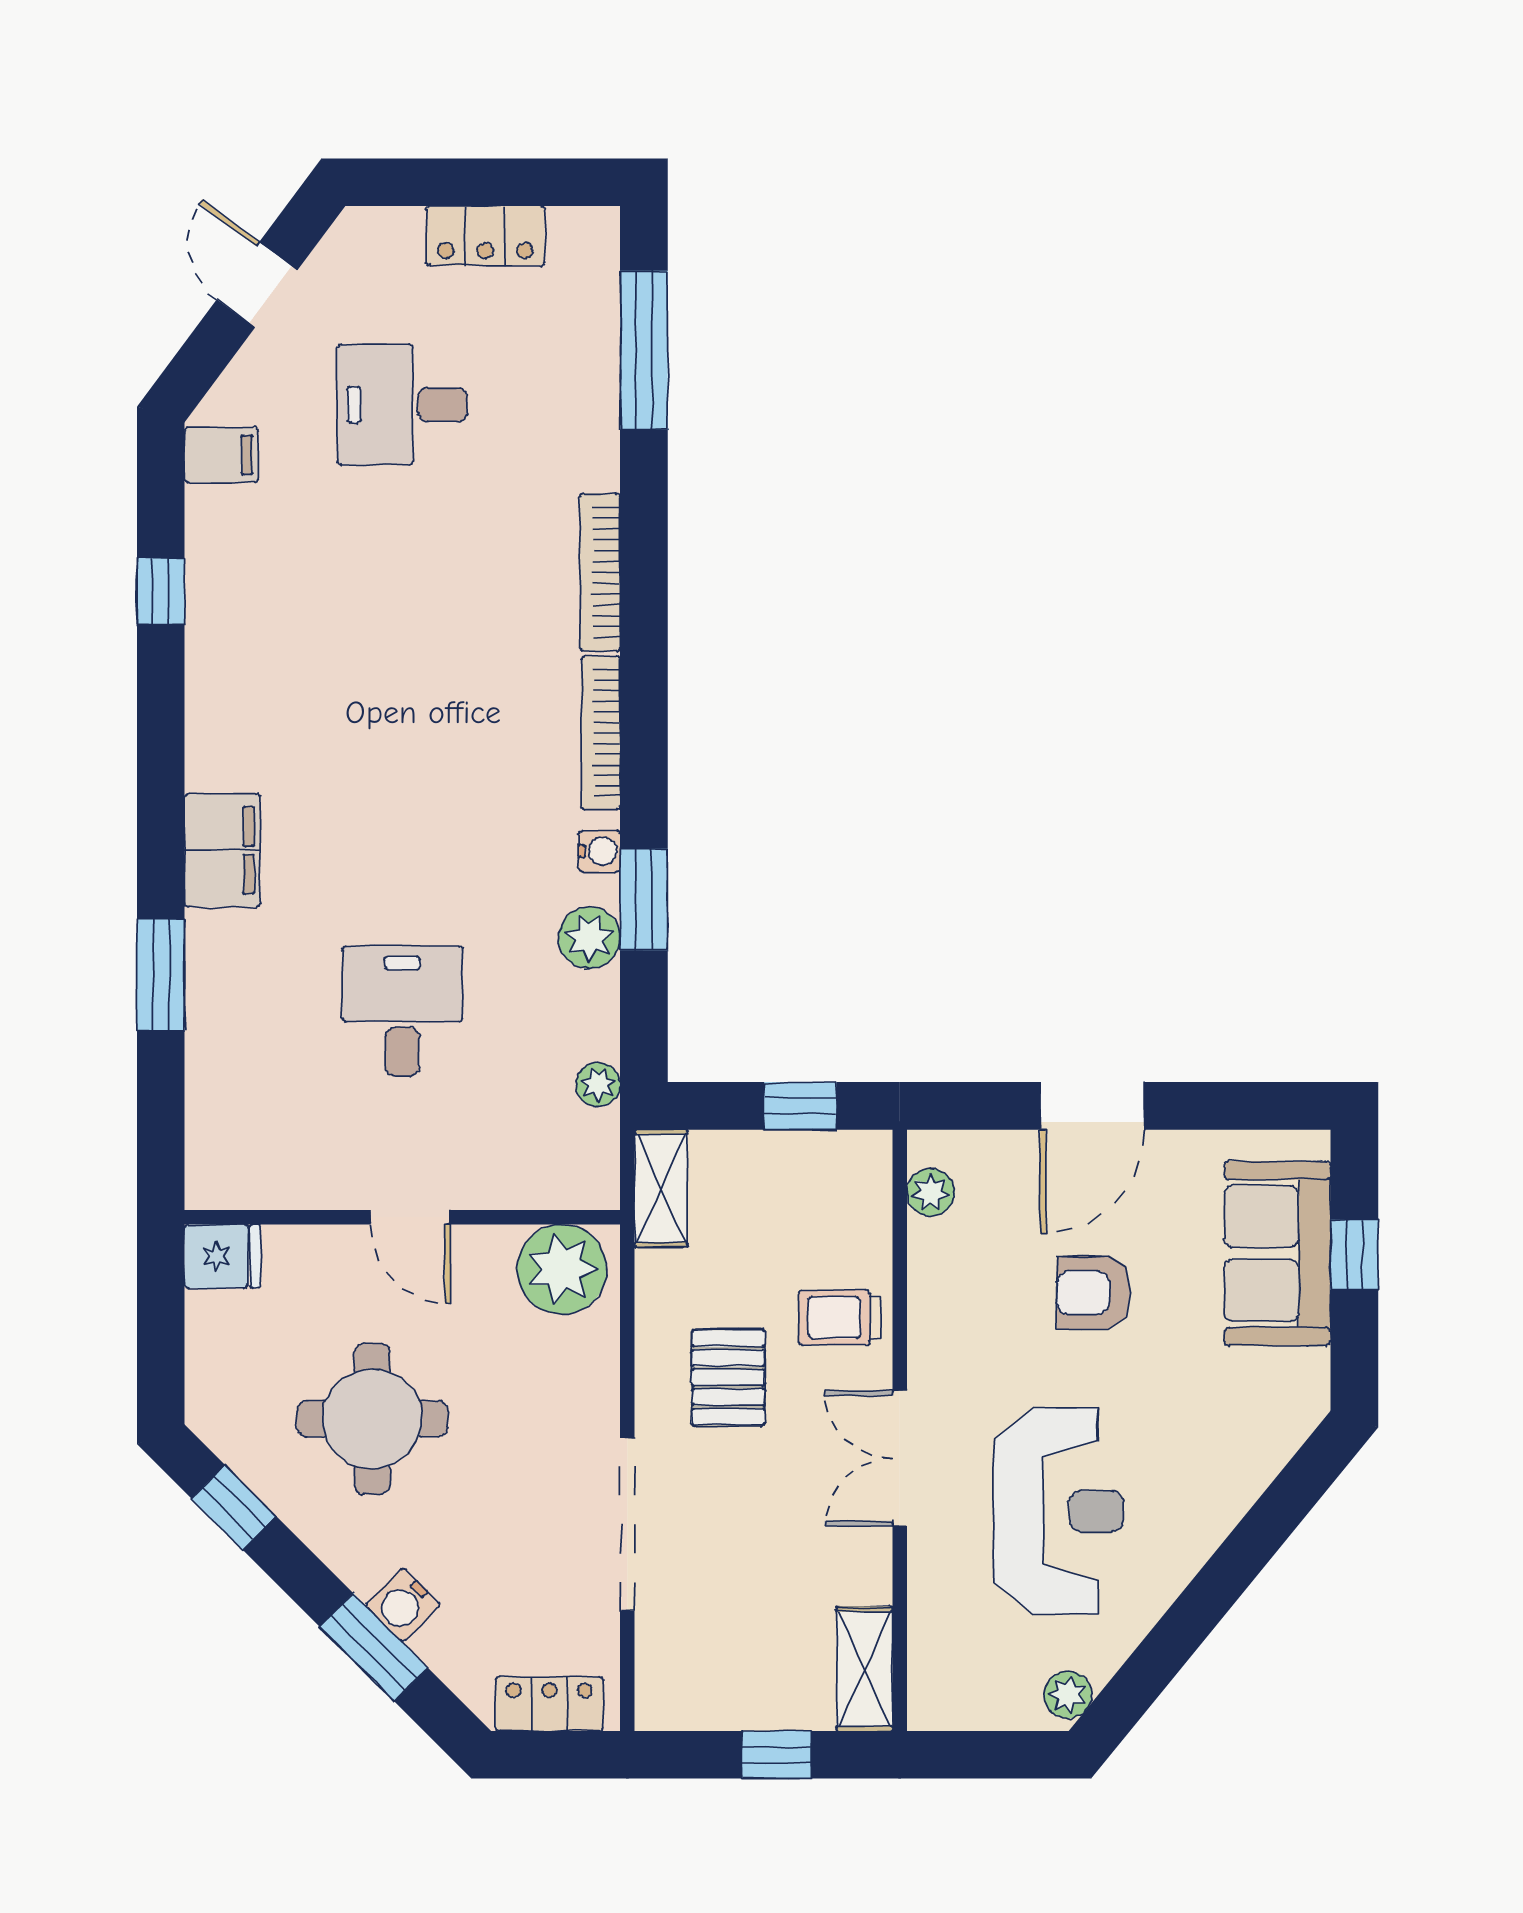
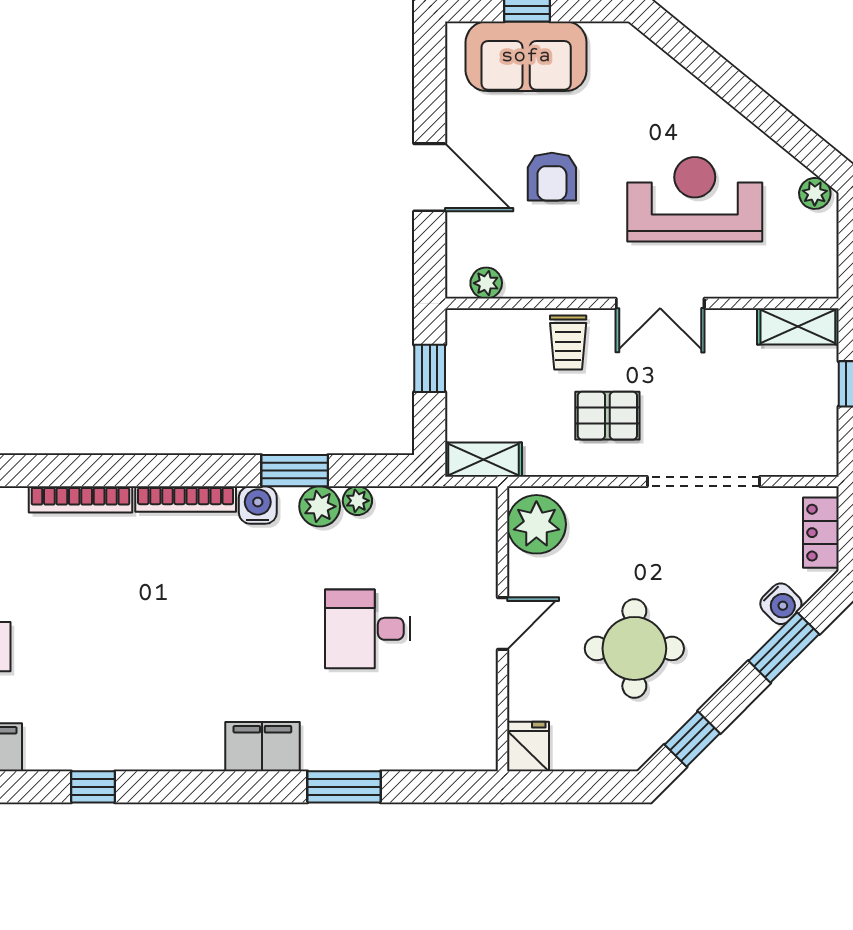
water cooler: (599, 851) -> (258, 505), width x1.38, depth x1.38
plant: (598, 1084) -> (357, 501), moved
water cooler: (403, 1605) -> (781, 604), moved

